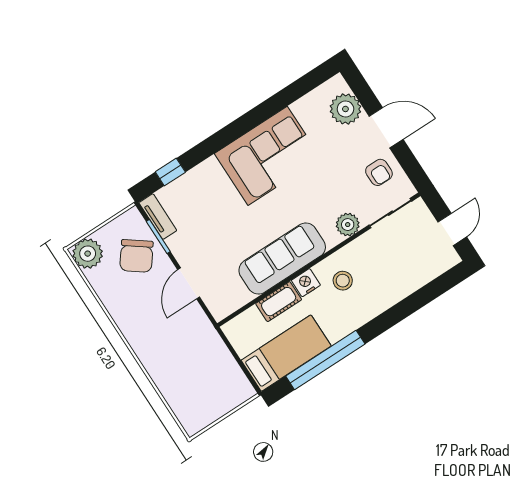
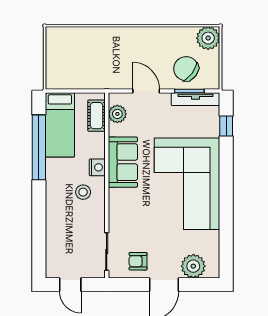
corner sofa: (268, 156) -> (187, 184), width x1.36, depth x1.36
tv unit: (158, 217) -> (196, 99), width x1.41
plant: (348, 225) -> (117, 114), moved
sofa: (282, 259) -> (123, 162), width x0.73
cot: (279, 302) -> (96, 116), moved

